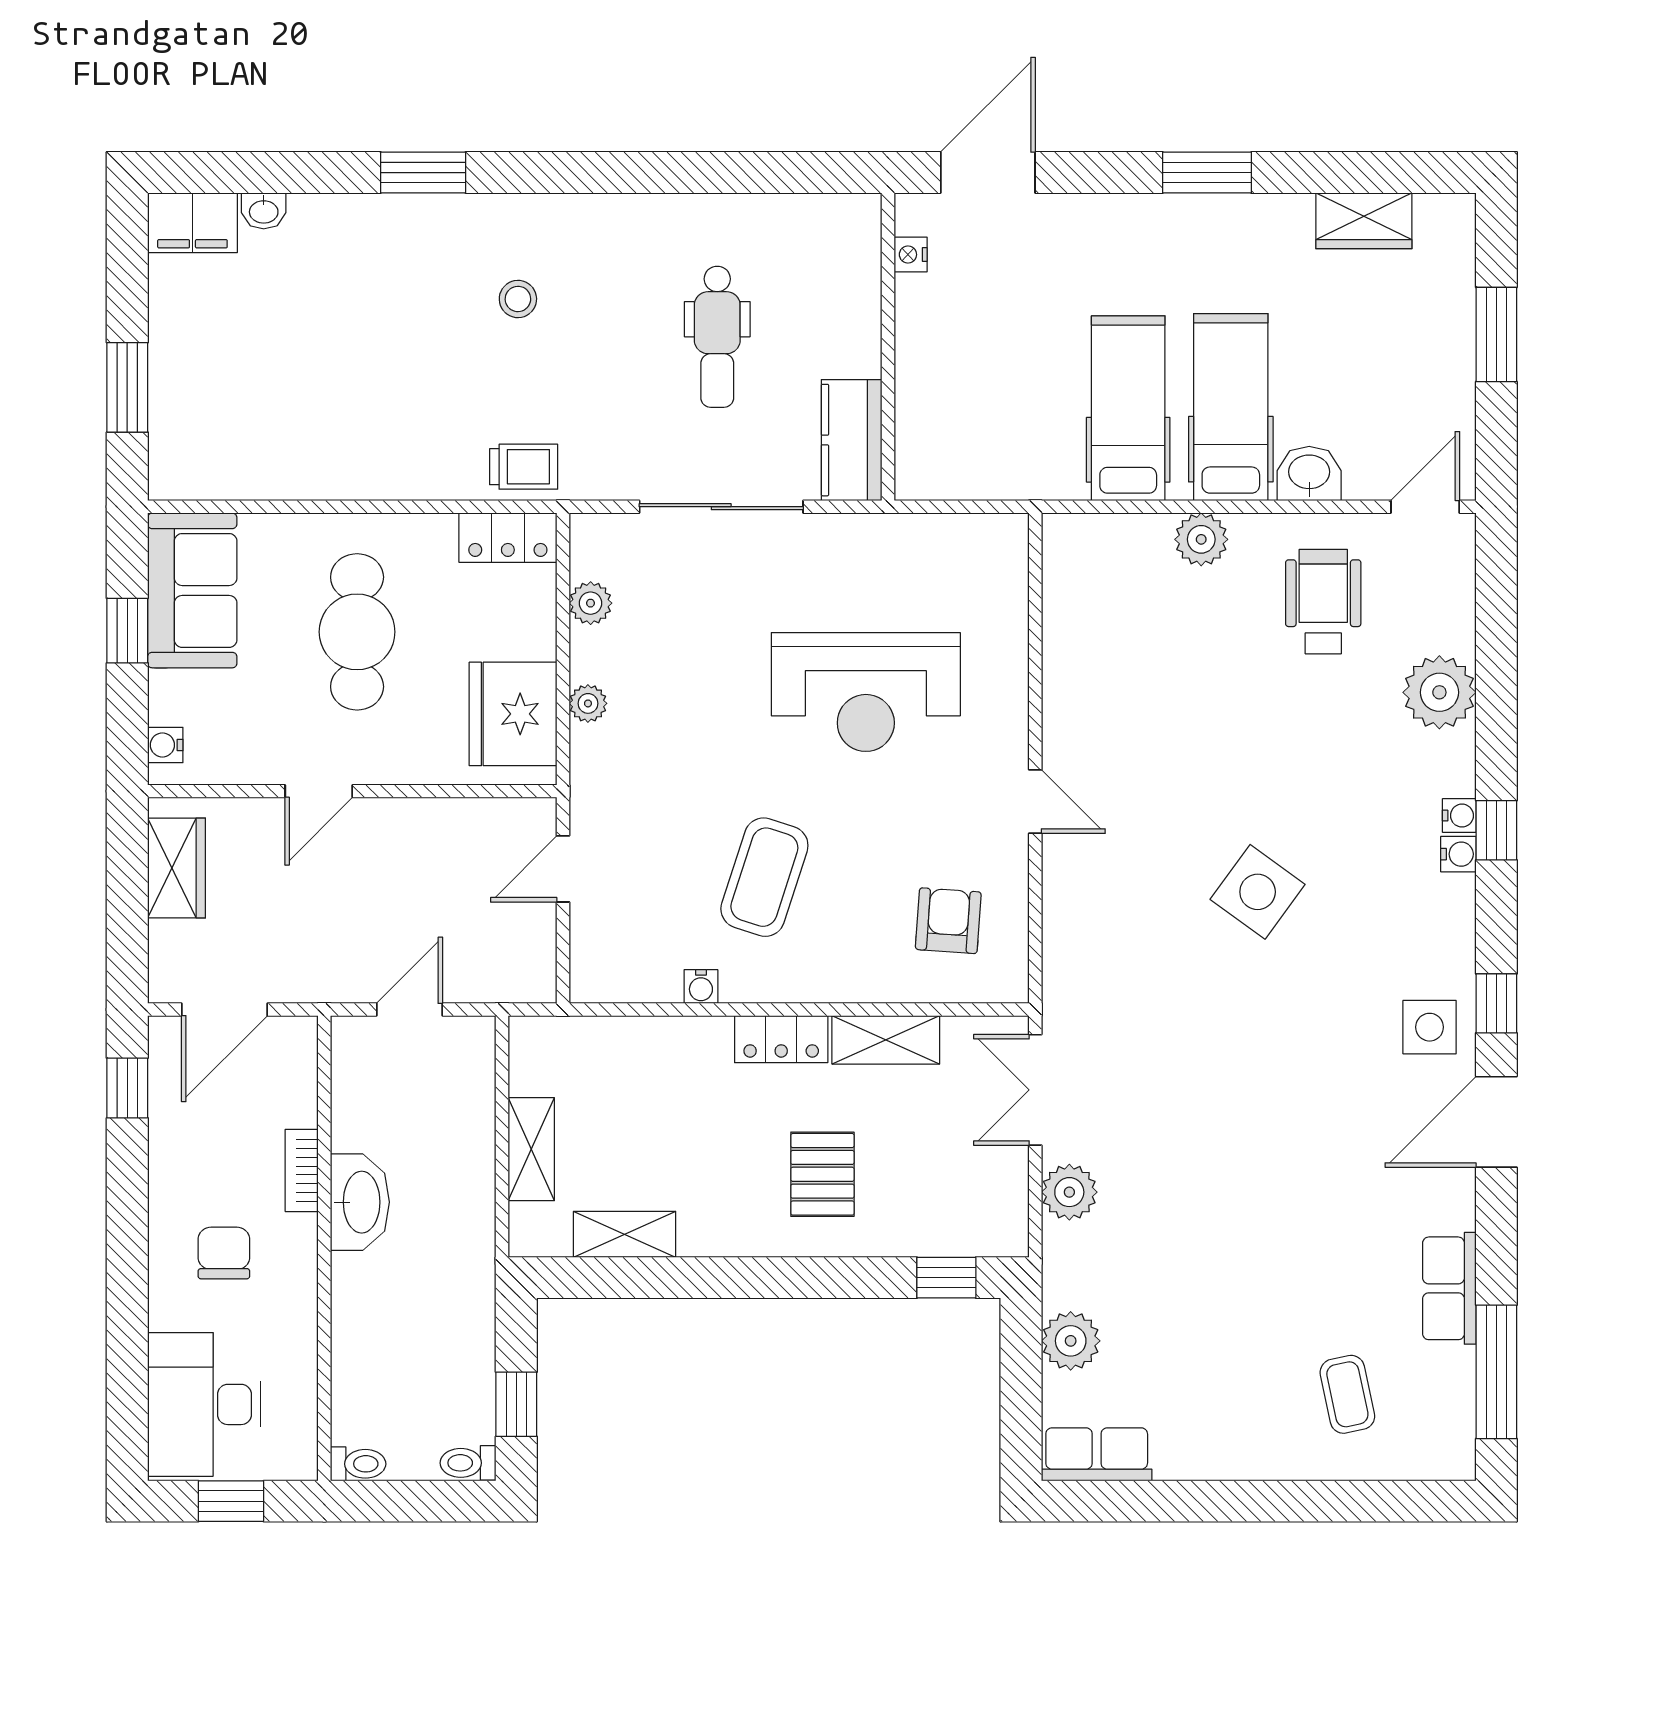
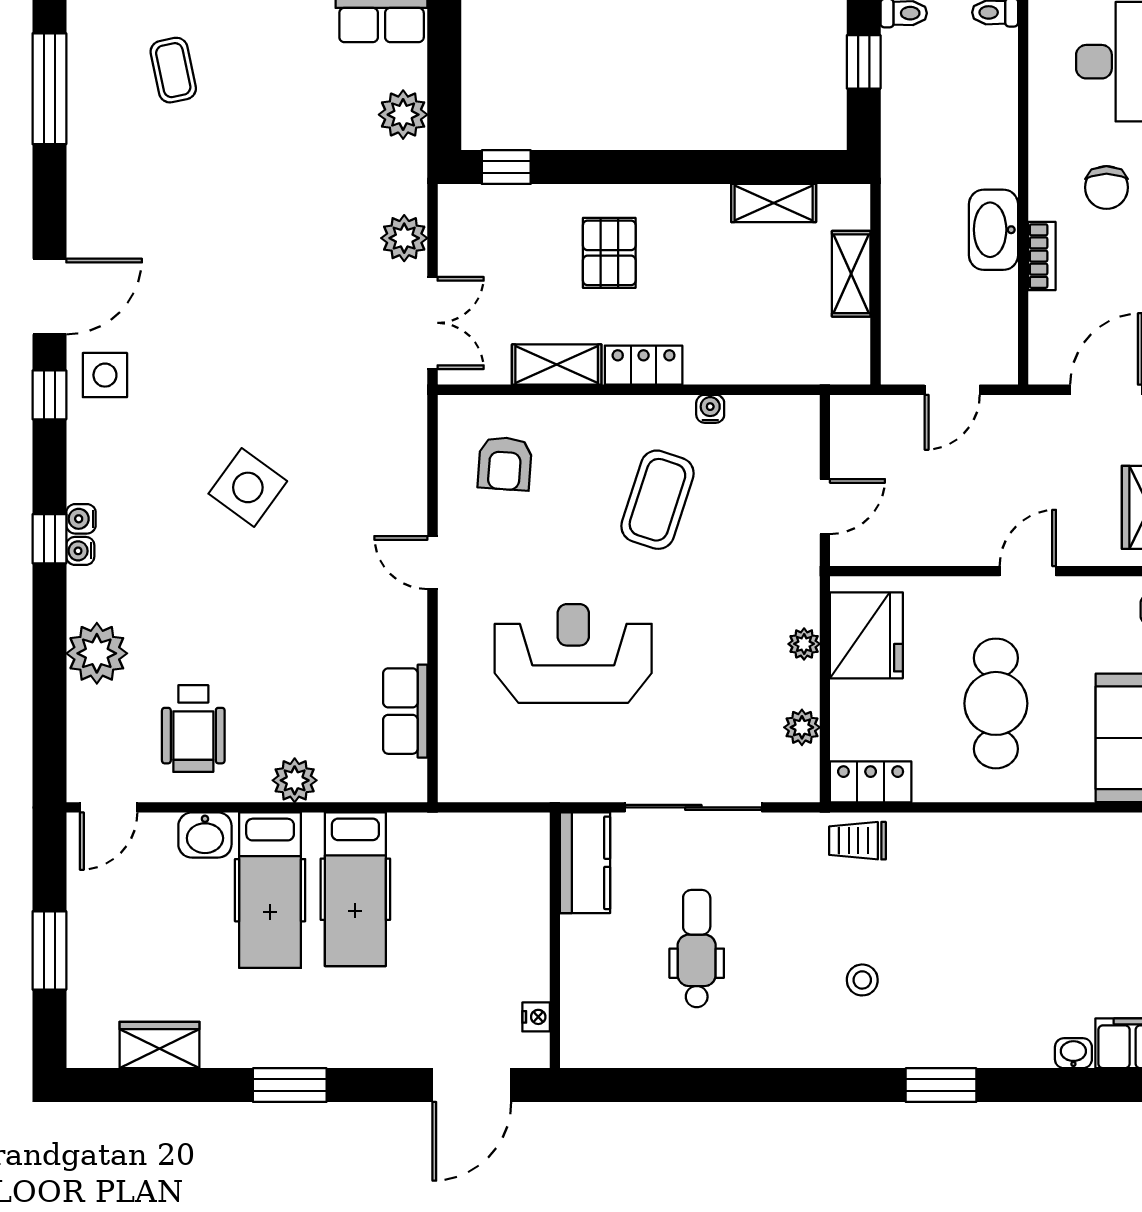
row of seats: (1449, 1288) -> (405, 711), moved, turned 180

